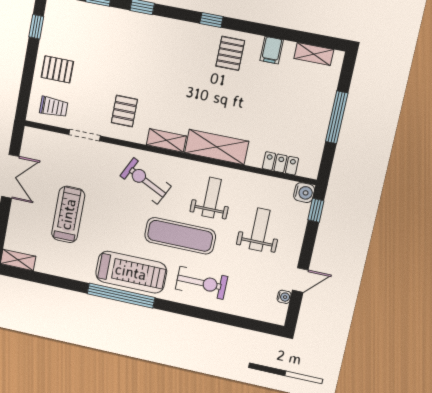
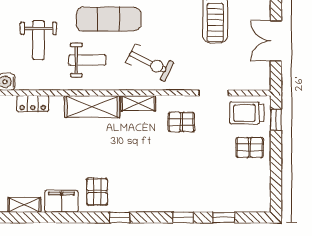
window: (36, 27) -> (276, 120), moved
filing cabinet: (272, 50) -> (61, 201), width x2.00
trolley: (54, 107) -> (247, 113), width x1.36, depth x1.39
pallet: (124, 111) -> (181, 122), turned 90
weight bench: (212, 198) -> (87, 60), turned -90

